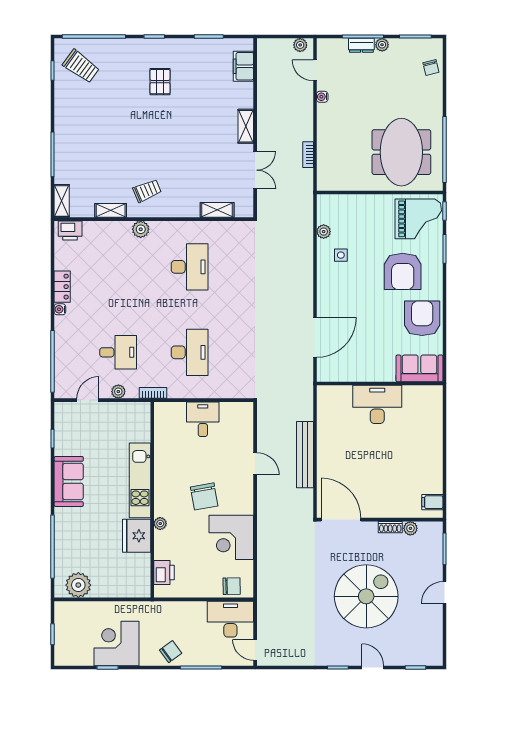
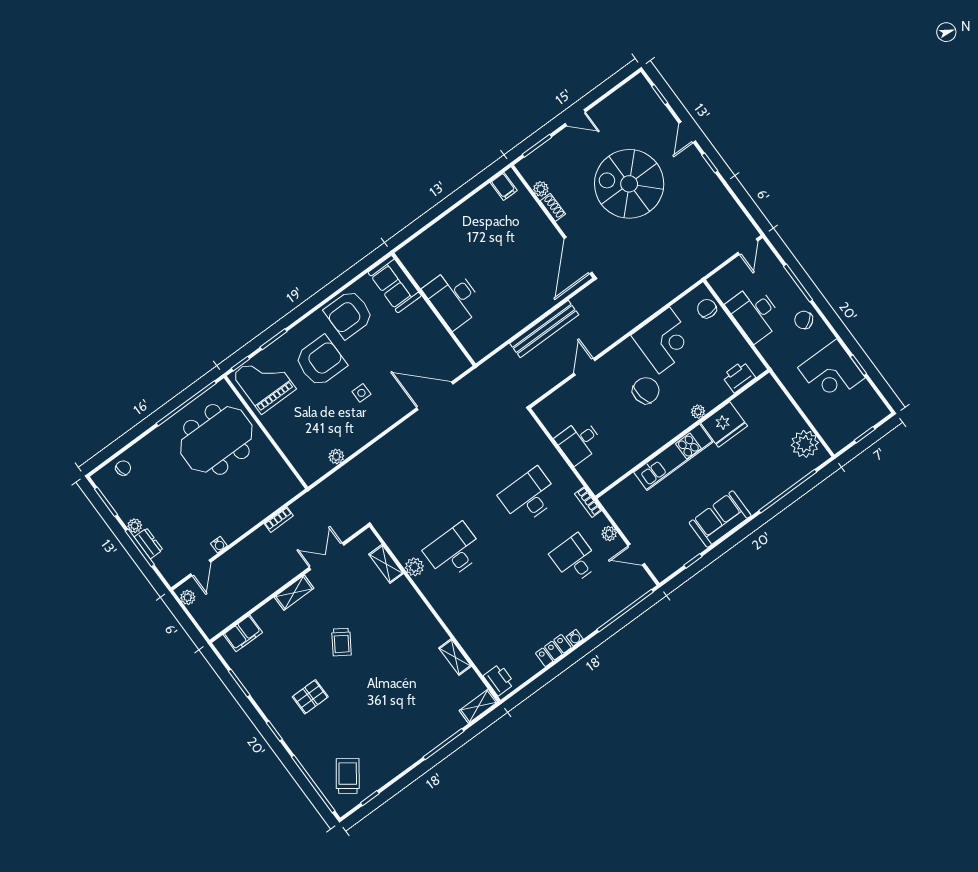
trolley: (147, 191) -> (341, 642), moved, turned -124
plant: (141, 229) -> (414, 567), moved
side table: (341, 255) -> (361, 393), moved
desk: (230, 619) -> (755, 313), moved

